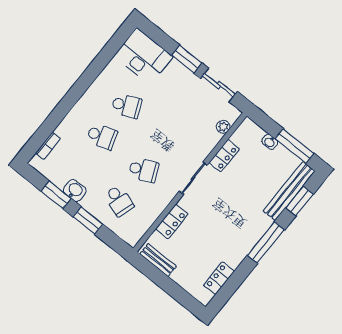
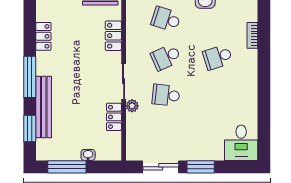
desk: (144, 56) -> (241, 143), width x0.73
school desk: (127, 106) -> (166, 95), moved, turned 30
plant: (223, 127) -> (132, 106), moved
bookcase: (48, 146) -> (252, 35), moved
bench: (289, 191) -> (44, 107), moved
locker: (219, 278) -> (43, 36), moved

